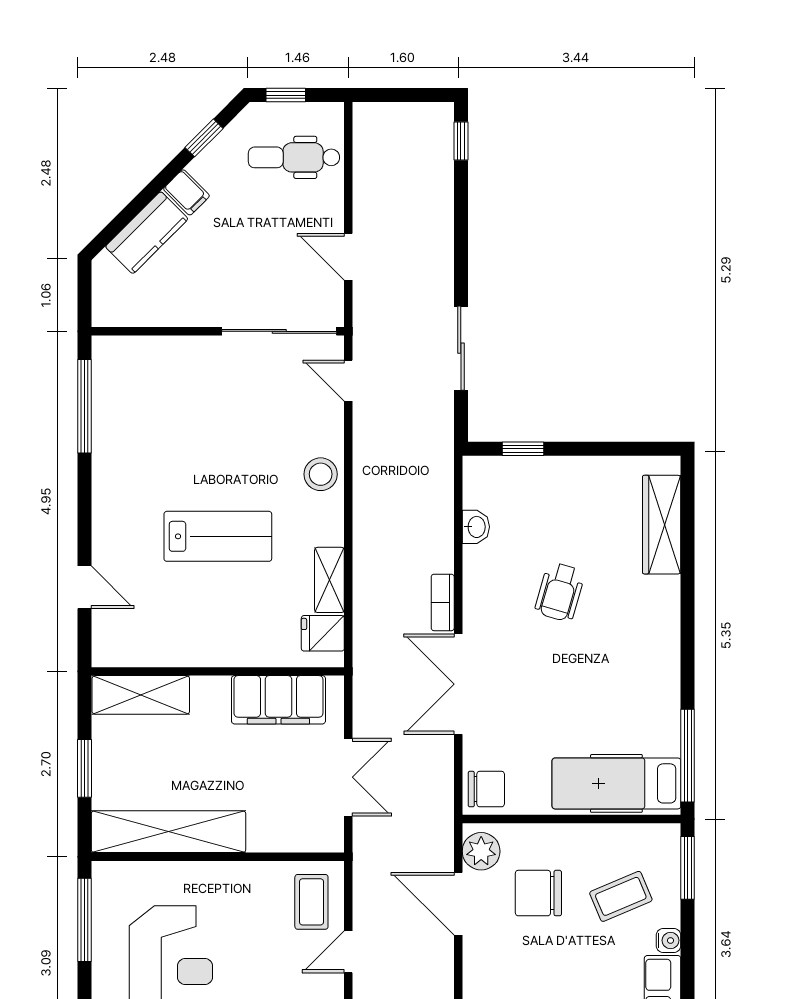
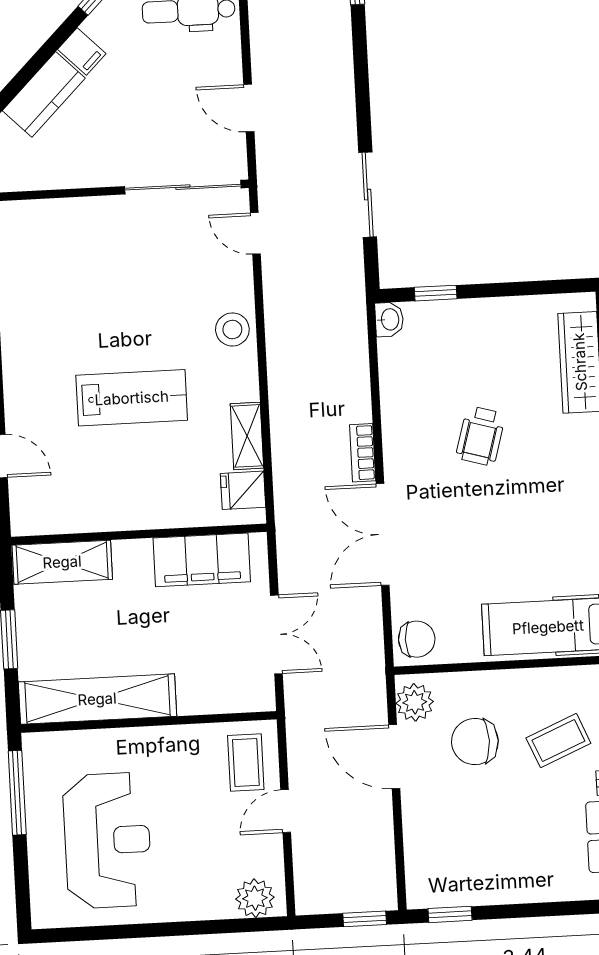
washbasin: (476, 527) -> (389, 319), moved

